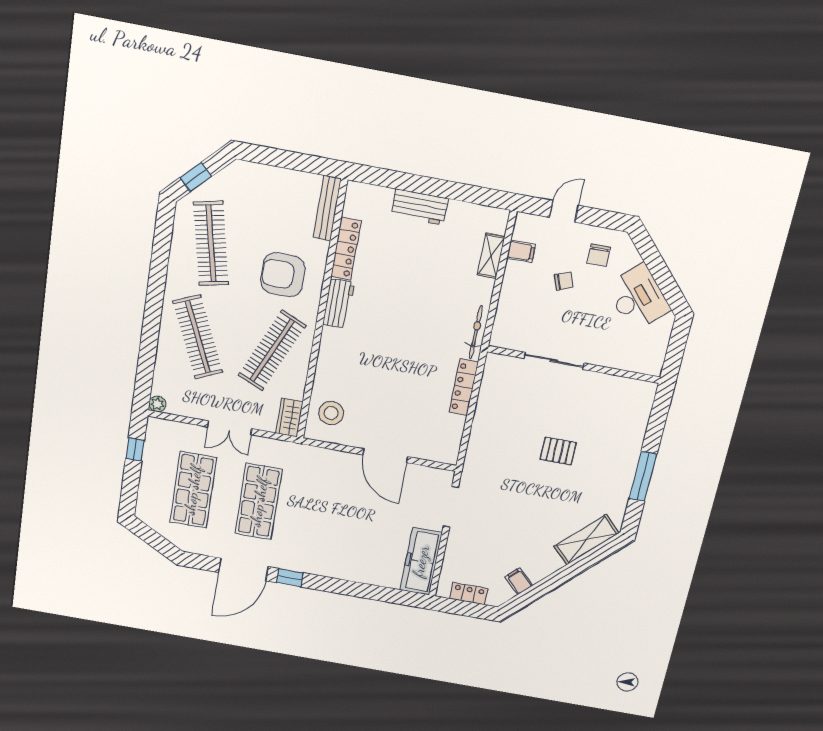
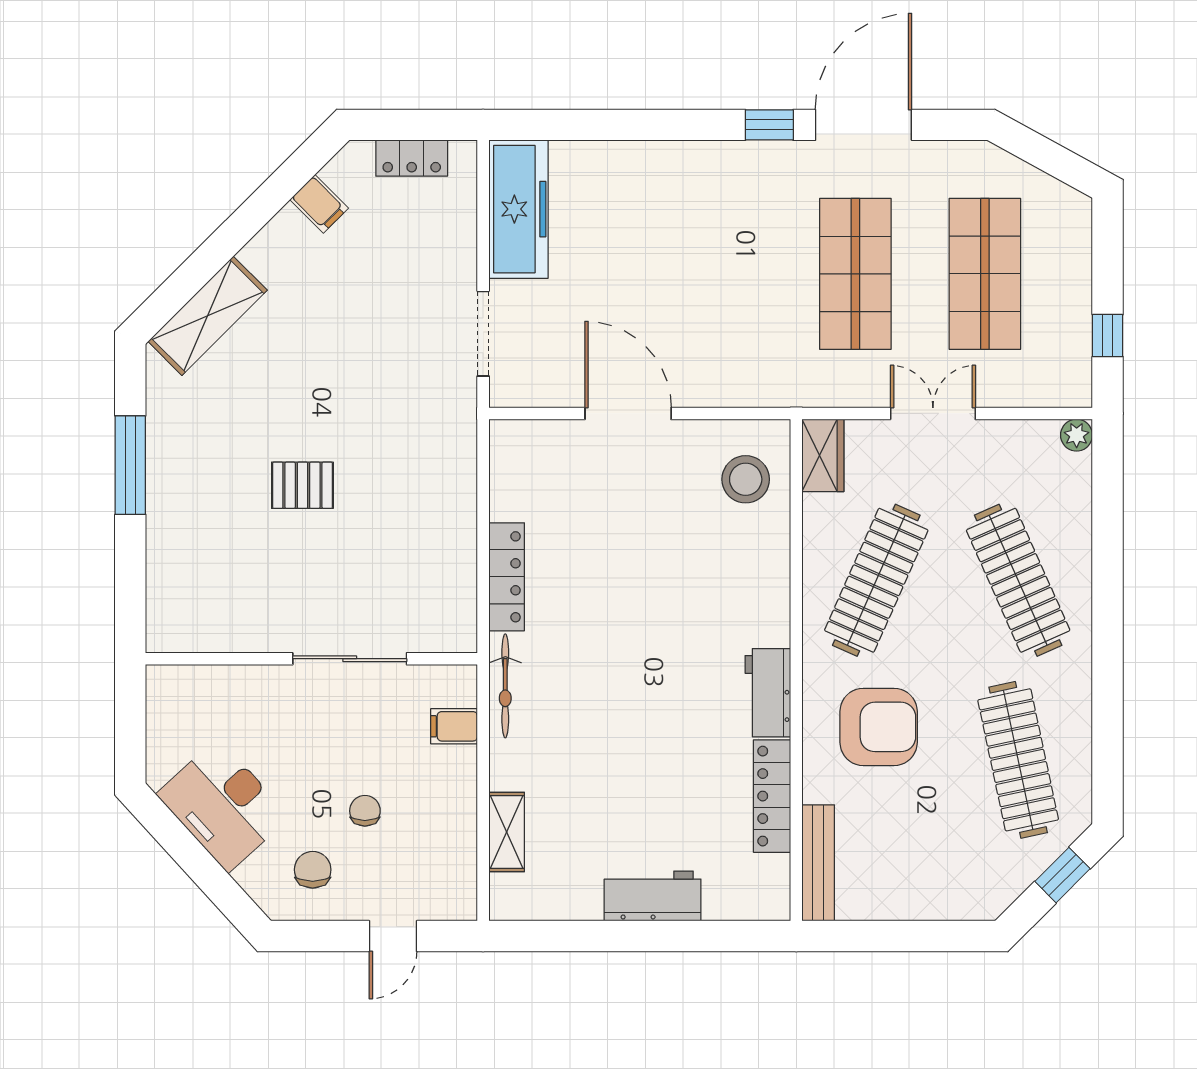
filing cabinet: (521, 251) -> (454, 726), moved
chair: (564, 281) -> (365, 811), turned 111

